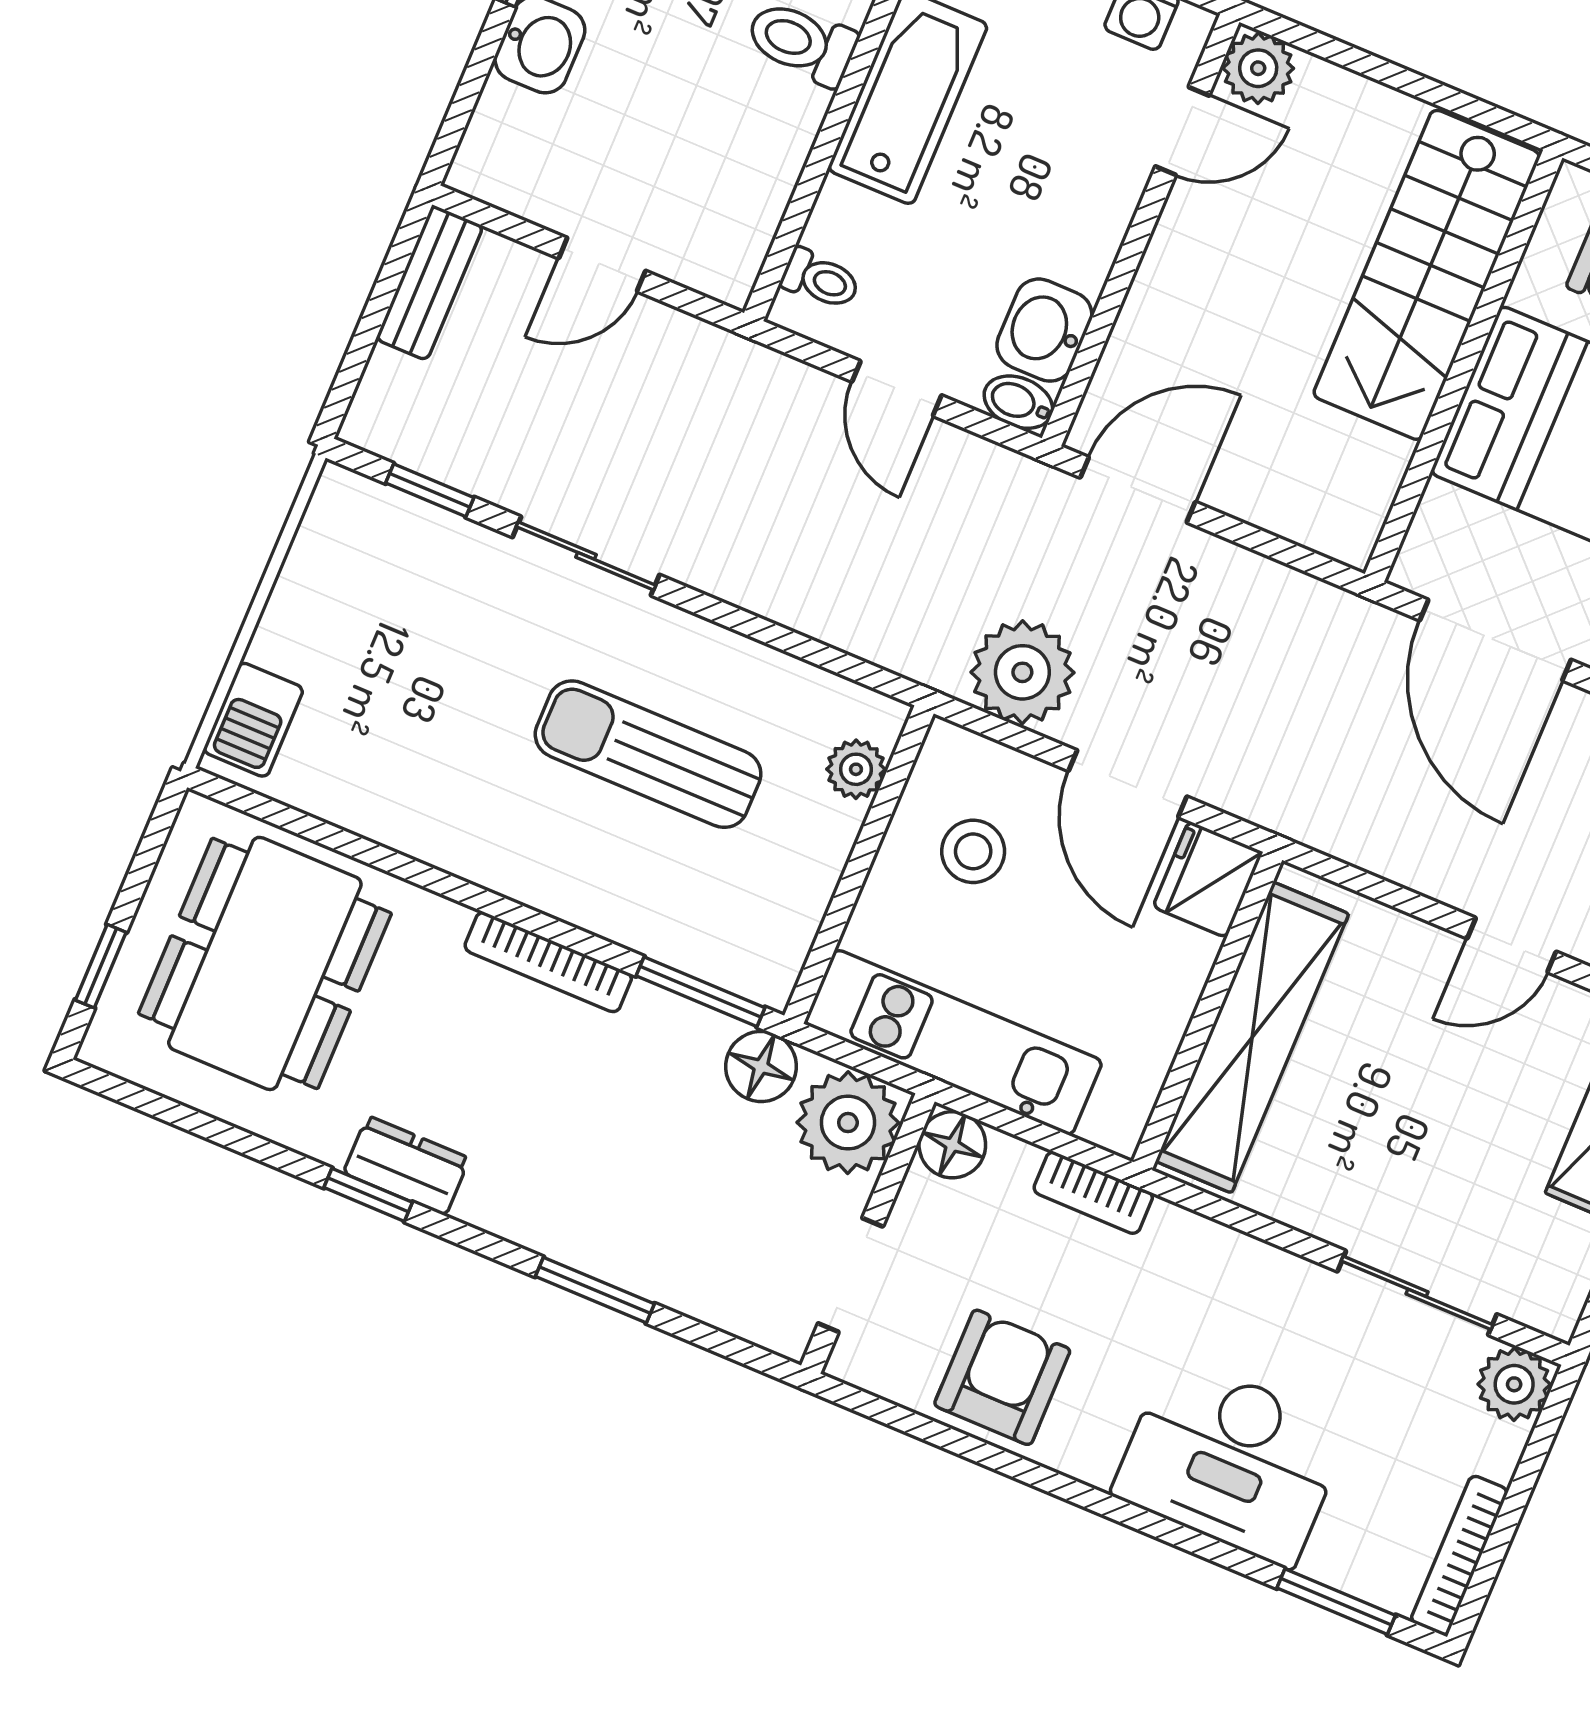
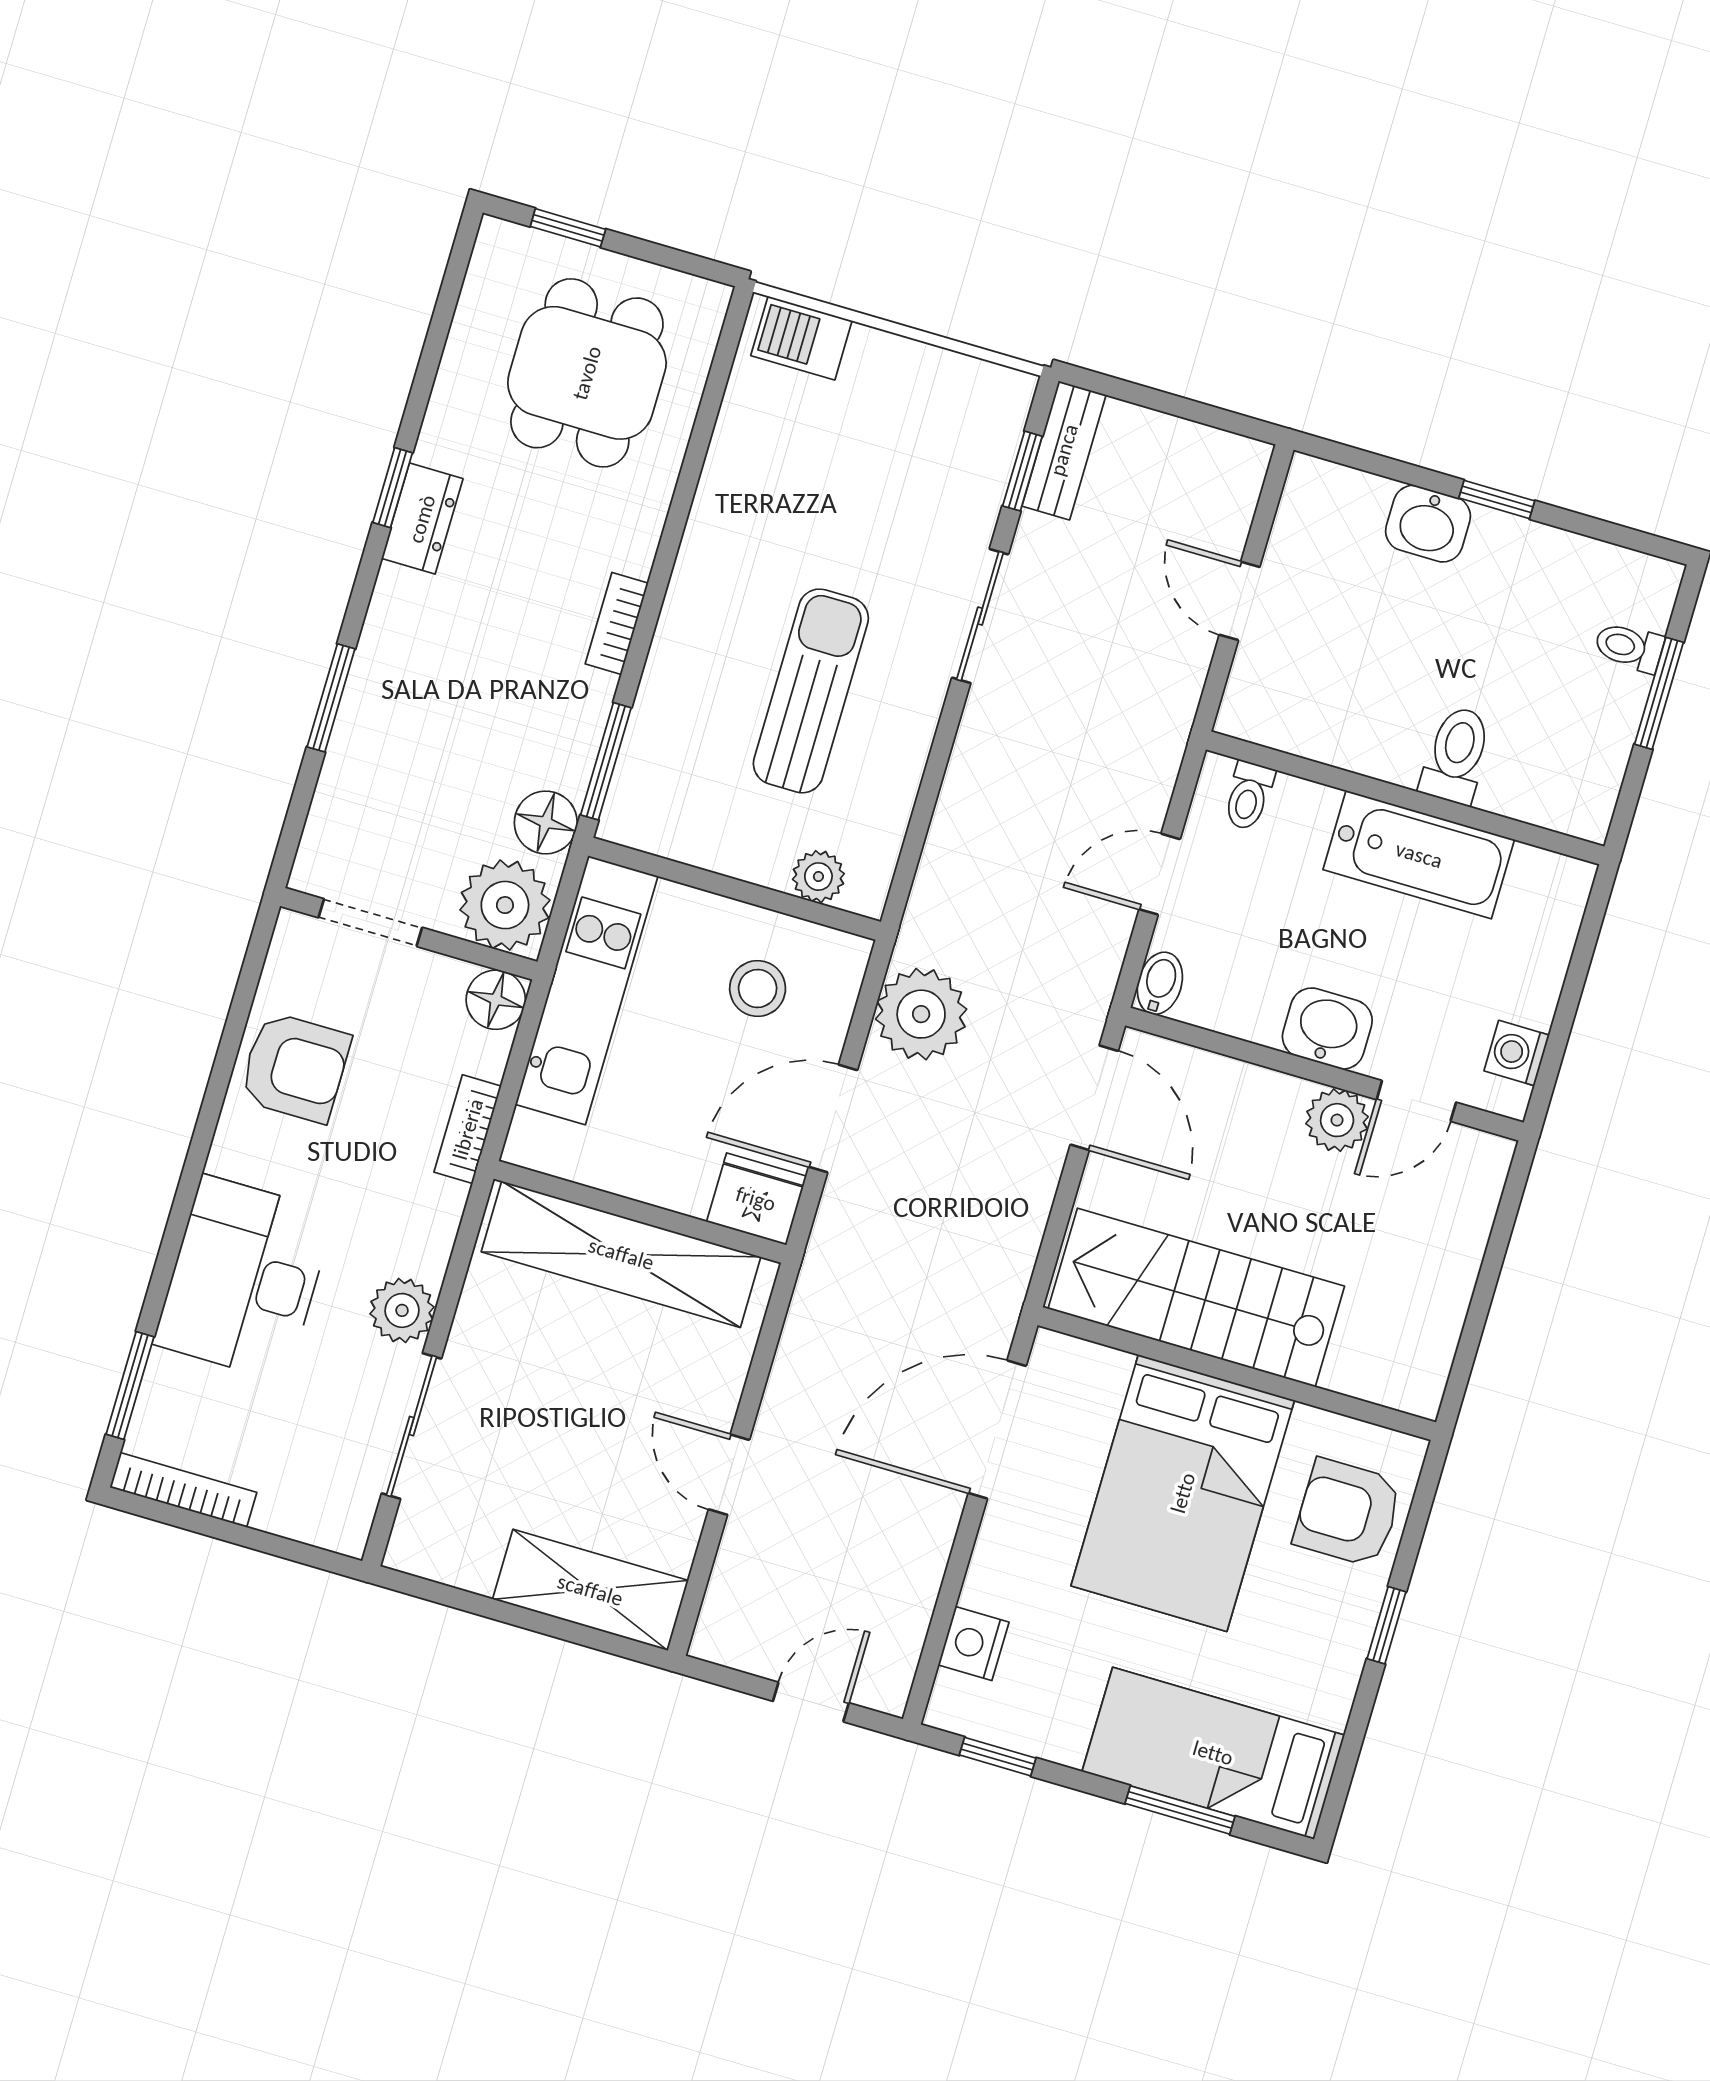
plant: (1258, 68) -> (1337, 1120), moved
door: (1182, 131) -> (1416, 1101), hinge flipped
stairs: (1427, 275) -> (1196, 1298), moved
bench: (430, 283) -> (1064, 450), moved, turned 90
washbasin: (1044, 330) -> (1327, 1029), moved
bookcase: (548, 962) -> (617, 623), width x0.64
dining table: (265, 963) -> (587, 373), width x0.73
plant: (1514, 1384) -> (402, 1310), moved

